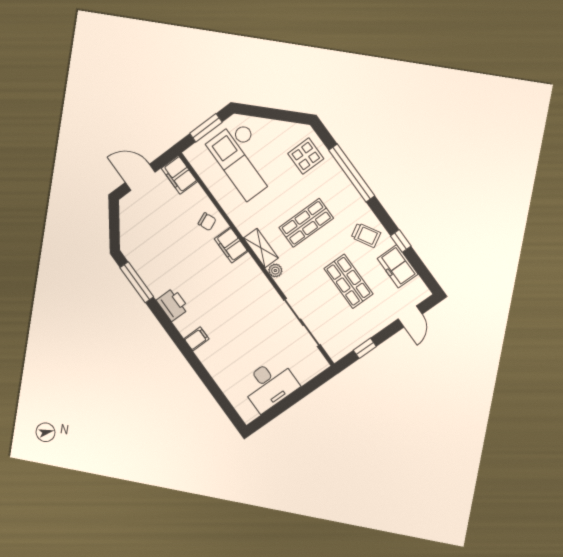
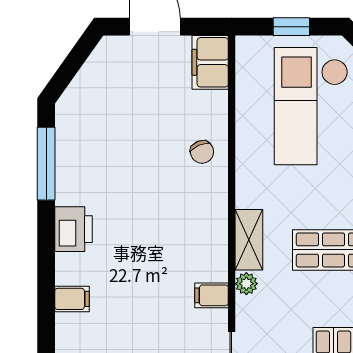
window: (206, 128) -> (291, 27), width x0.67
filing cabinet: (231, 245) -> (212, 295), moved, width x0.50

